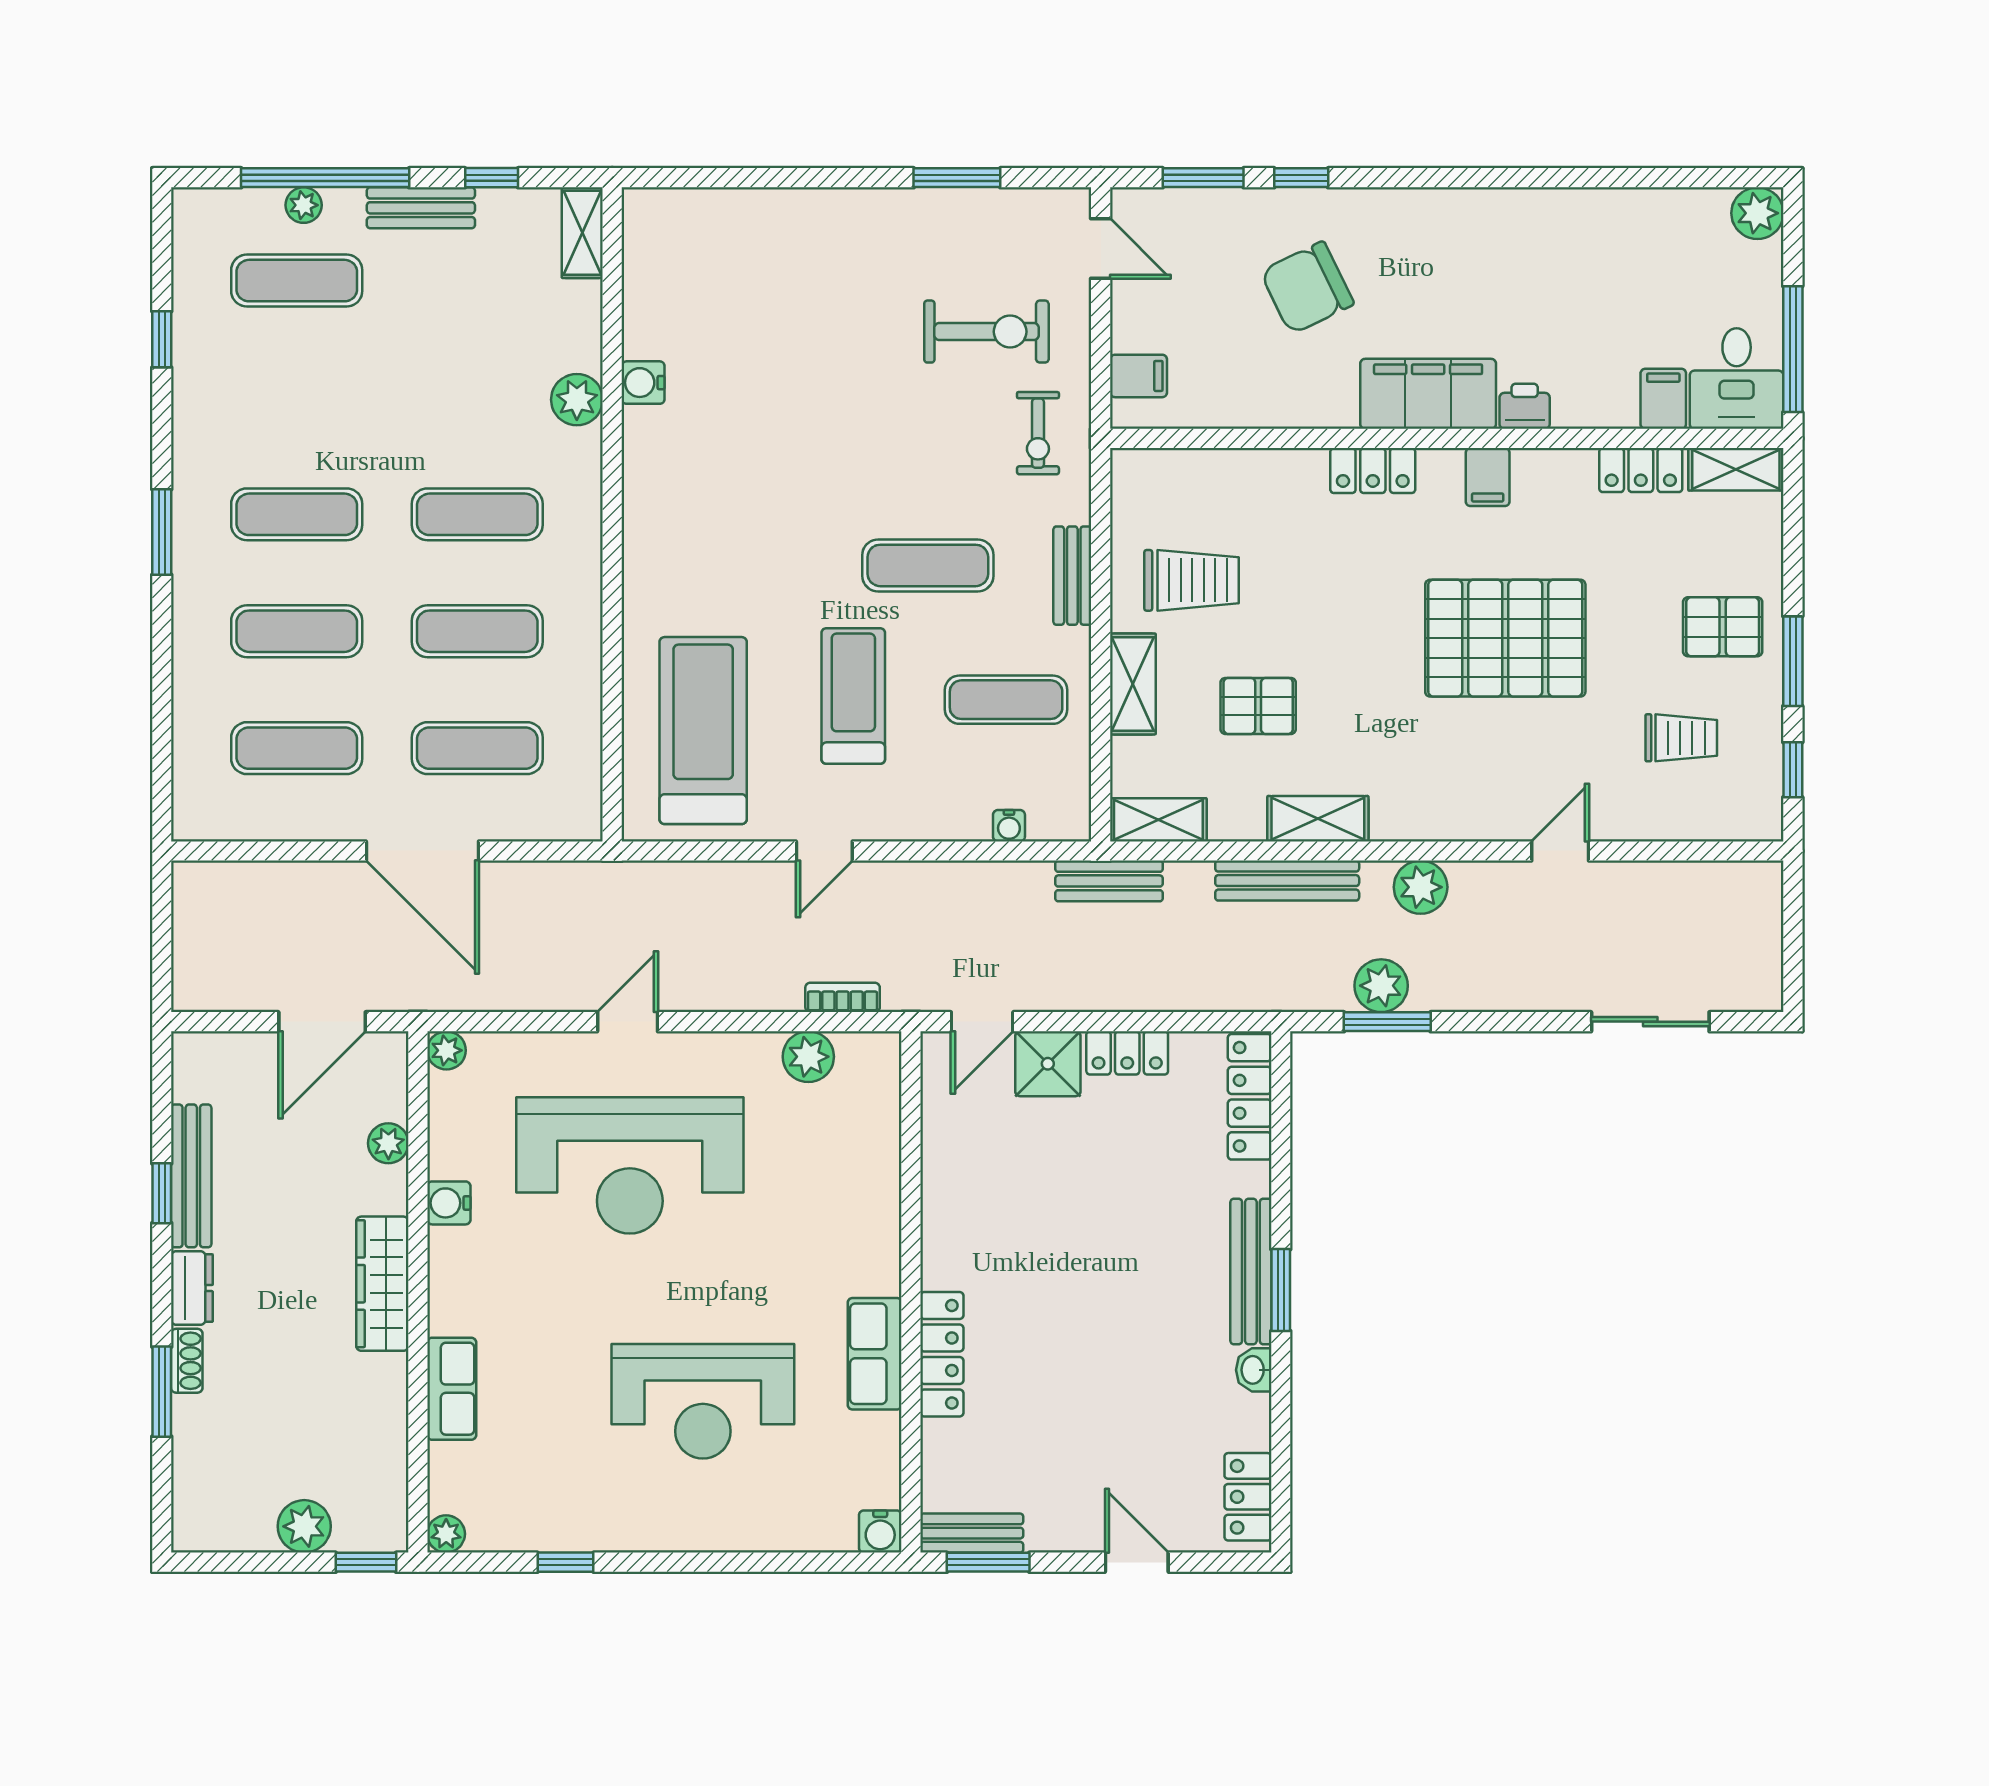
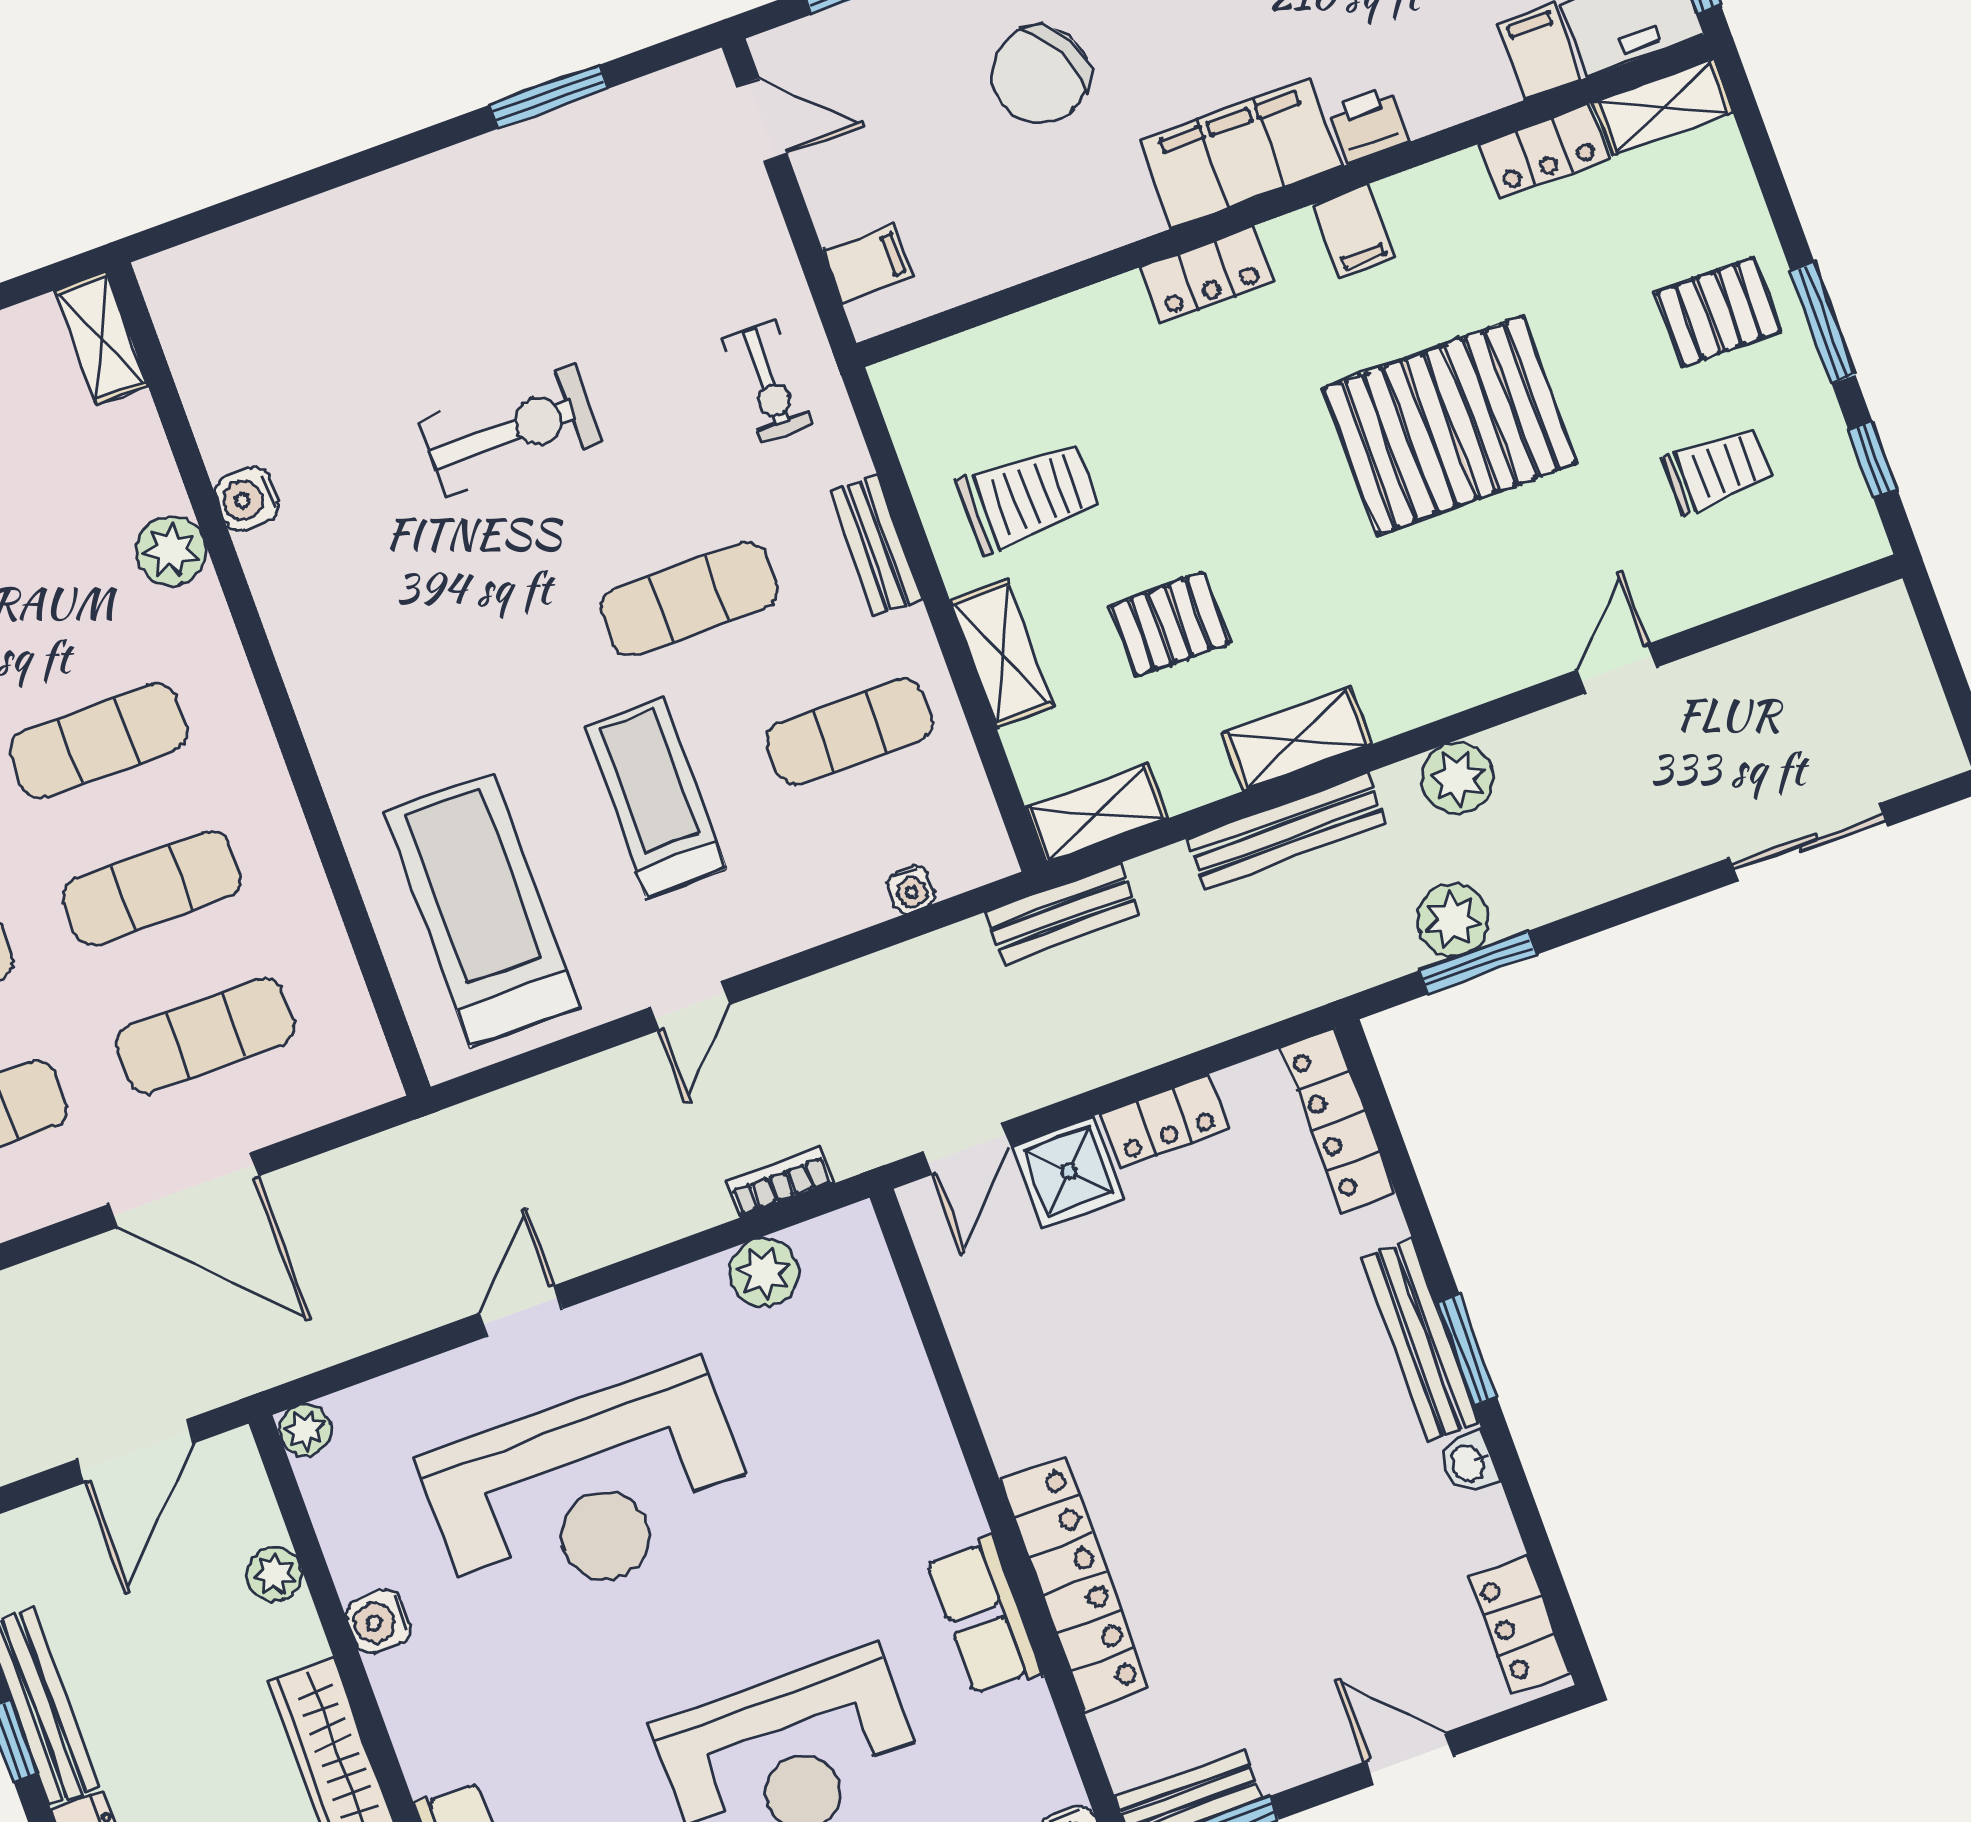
exercise bike: (987, 332) -> (510, 432), moved
locker: (942, 1354) -> (1074, 1584), width x1.41, depth x1.21

